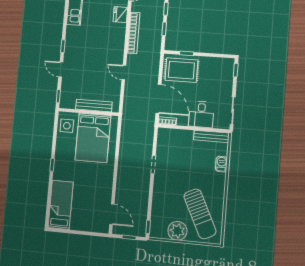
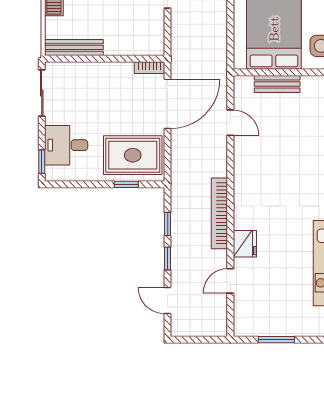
door: (124, 73) -> (230, 123), moved
door: (159, 99) -> (168, 104), swing flipped
bench: (94, 106) -> (277, 84), width x0.73
desk: (201, 114) -> (66, 145), moved, turned -90

